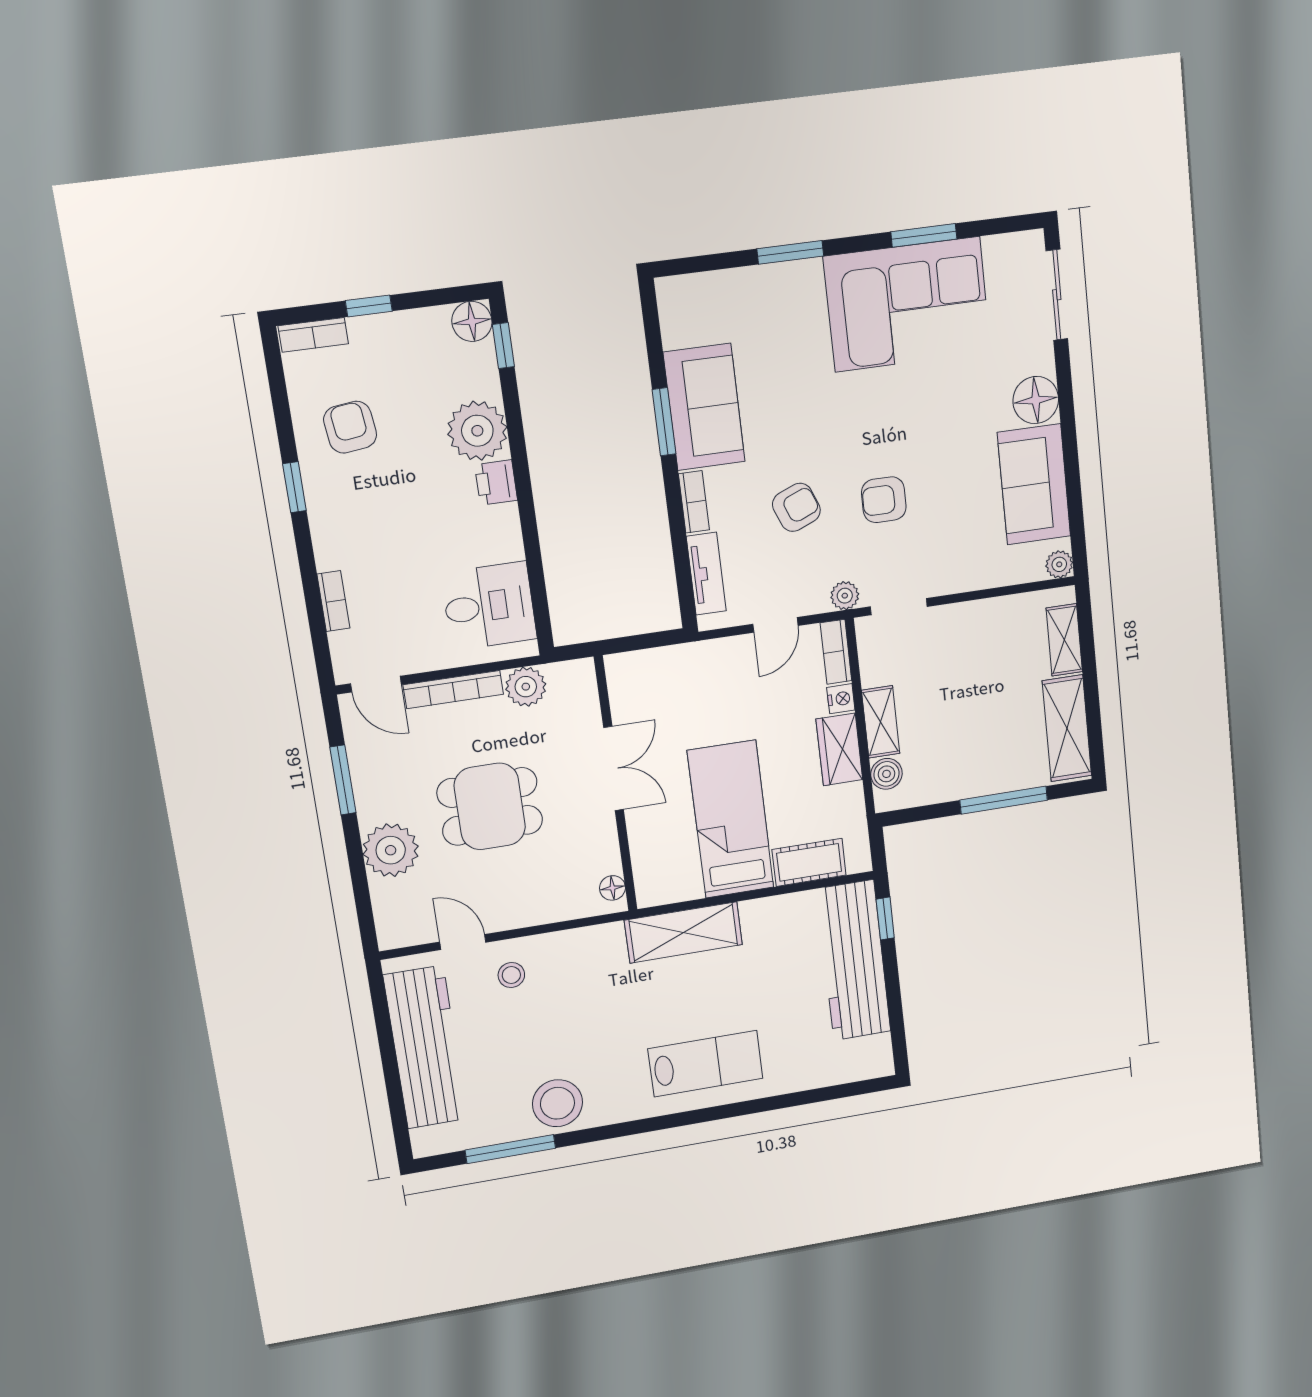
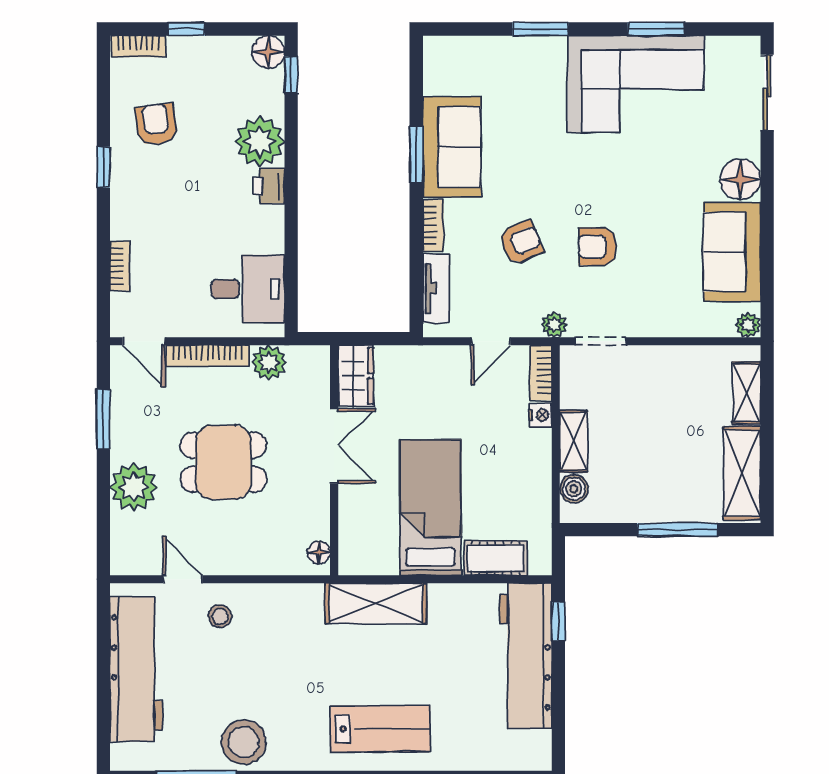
wardrobe: (839, 749) -> (356, 376), moved, turned 180

